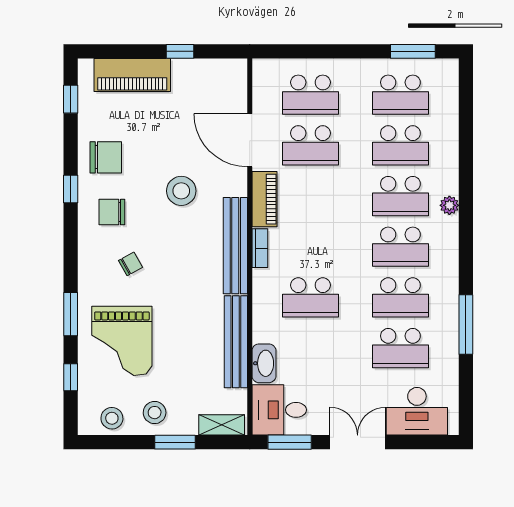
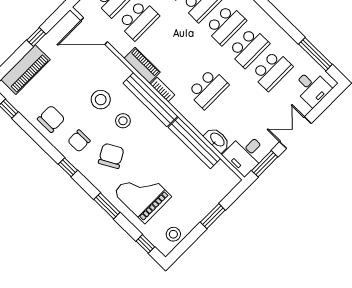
door: (250, 140) -> (94, 31), moved
window: (71, 189) -> (68, 167), moved
chair: (131, 264) -> (111, 156), width x1.87, depth x1.87
window: (466, 324) -> (315, 54), moved
grand piano: (122, 341) -> (143, 195), turned 180
window: (71, 377) -> (145, 244), moved
desk: (417, 411) -> (312, 88), width x0.73
stool: (155, 413) -> (123, 121), moved
shelving: (222, 425) -> (226, 187), removed

